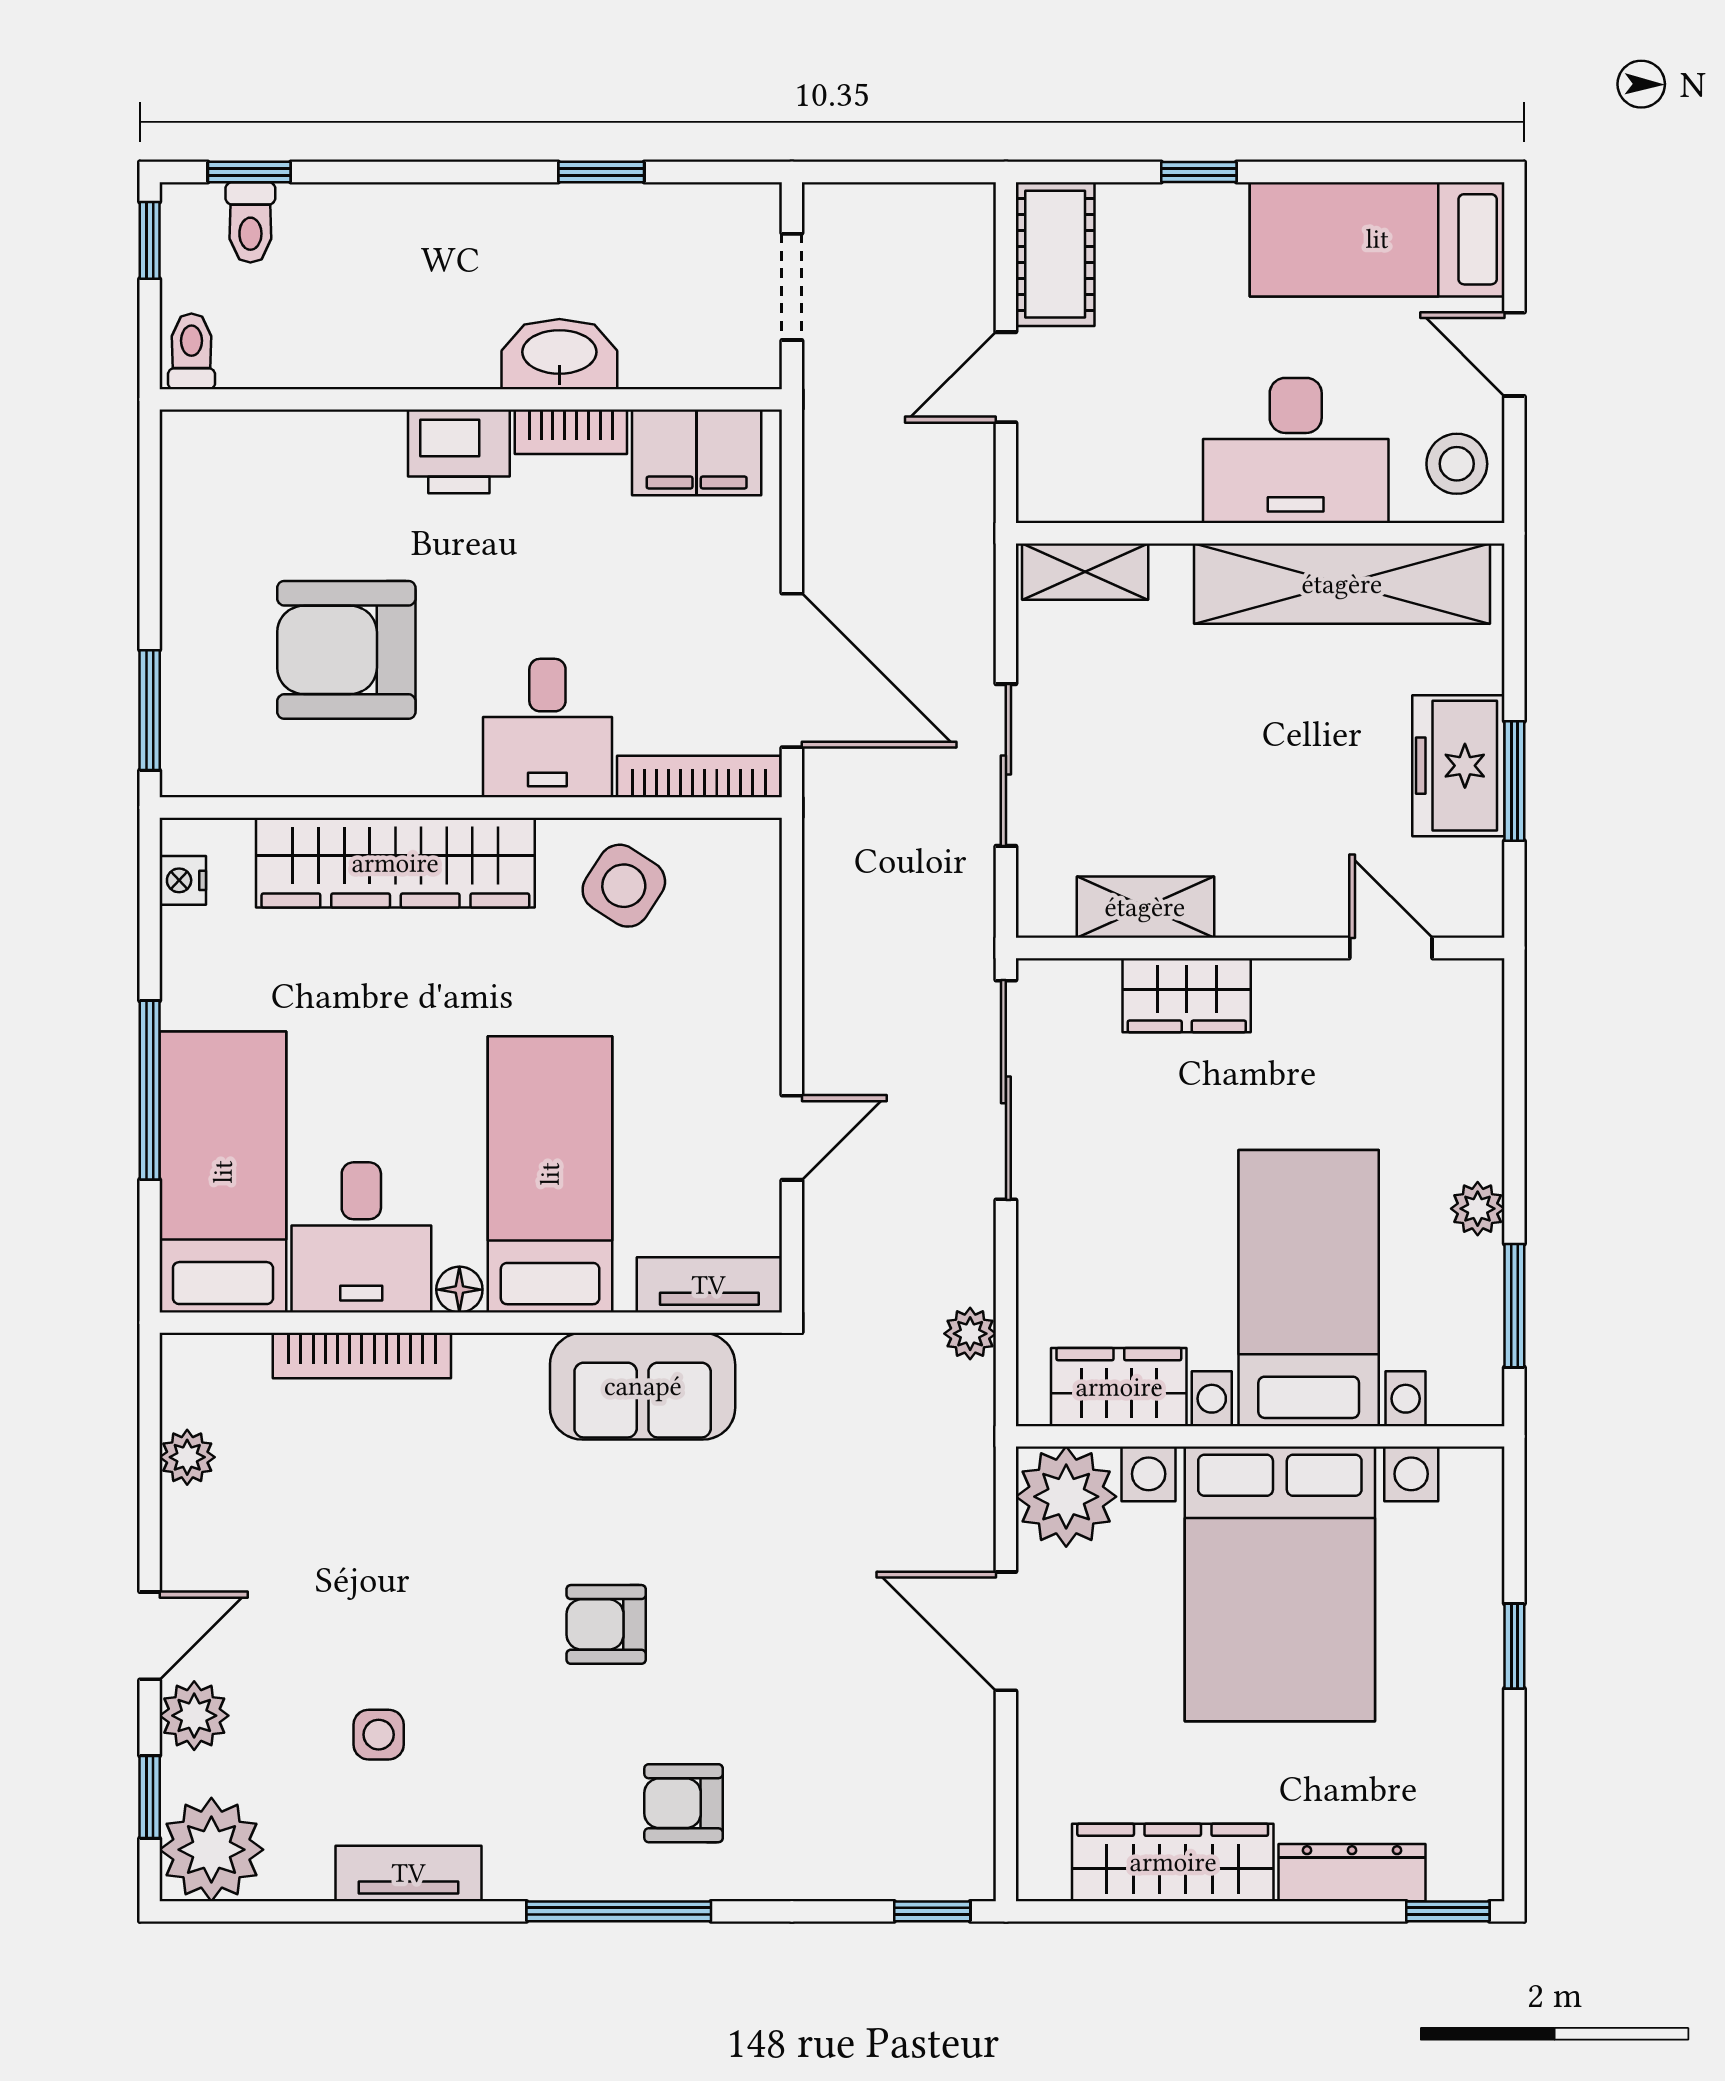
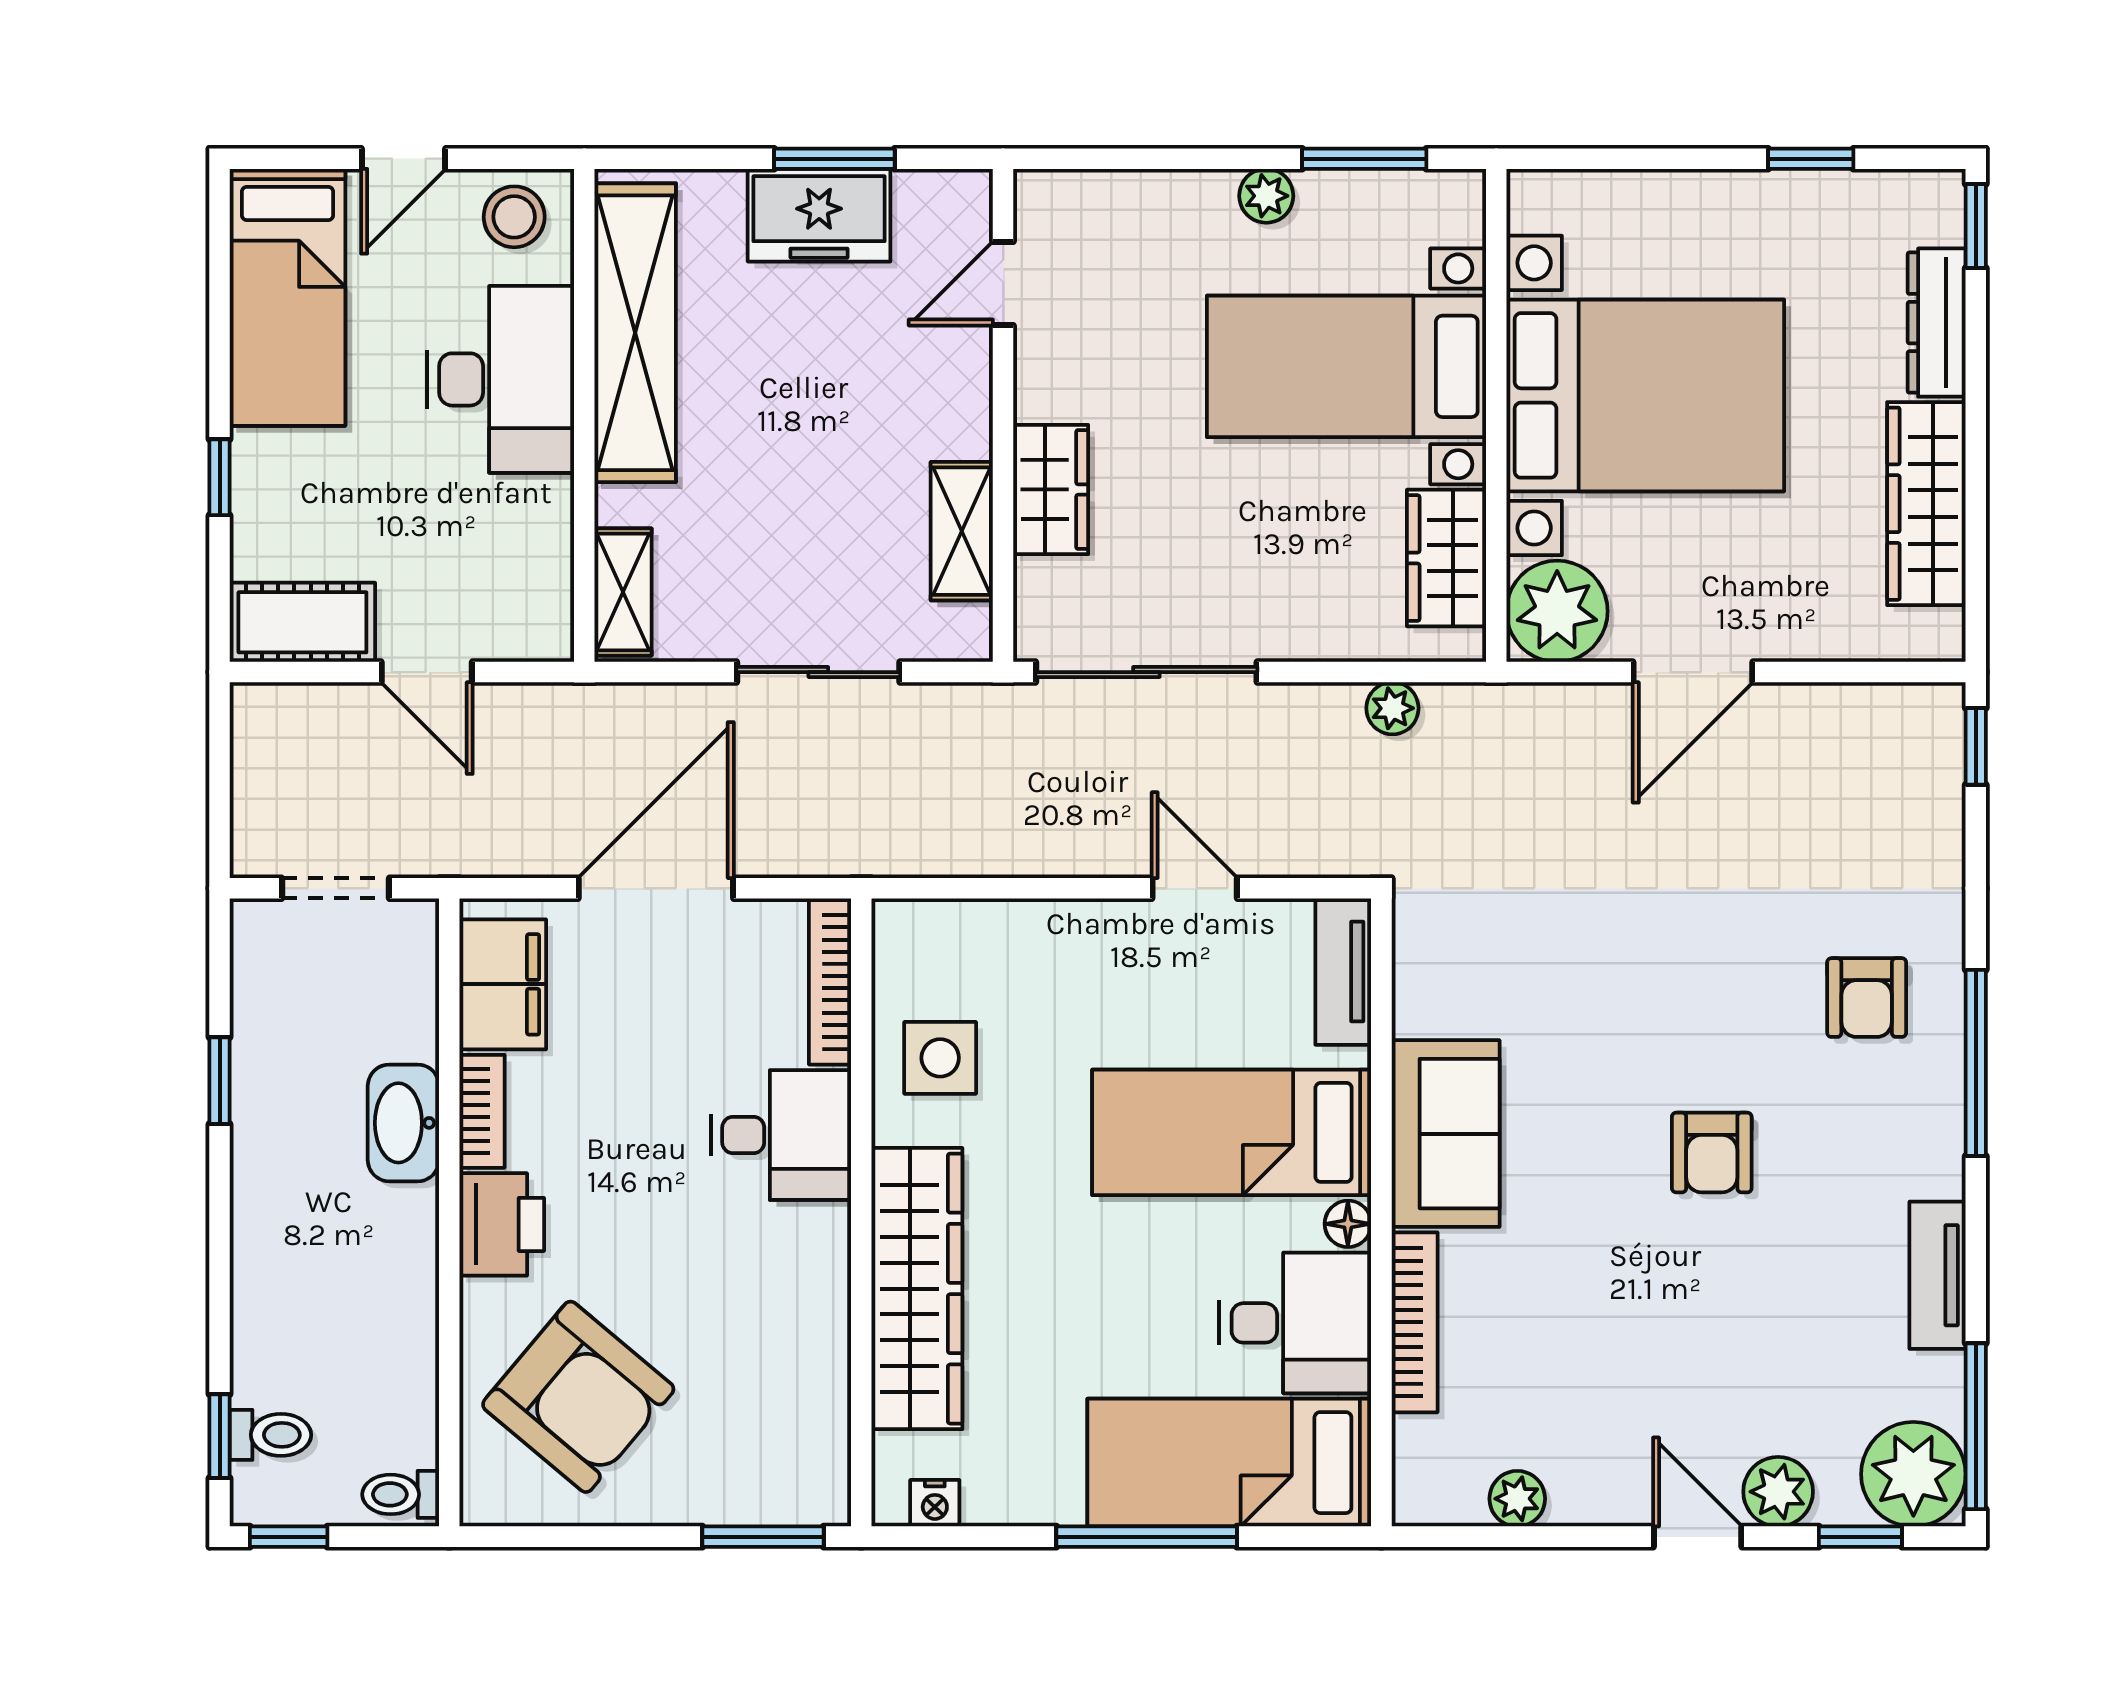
armchair: (346, 650) -> (578, 1397), moved, turned -50
door: (792, 670) -> (656, 888), moved
side table: (624, 886) -> (940, 1058), turned -33
sofa: (643, 1386) -> (1446, 1134), moved
armchair: (606, 1624) -> (1712, 1152), moved
window: (1514, 1646) -> (1811, 159), moved
side table: (379, 1735) -> (1797, 1305), removed
window: (259, 1911) -> (1976, 1426), added

